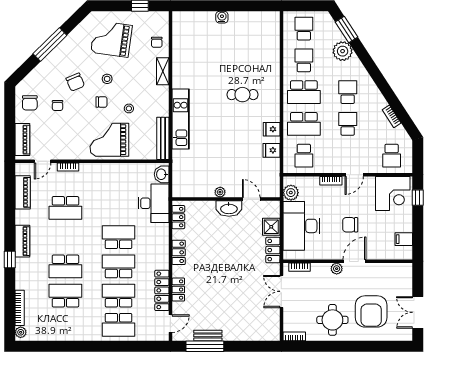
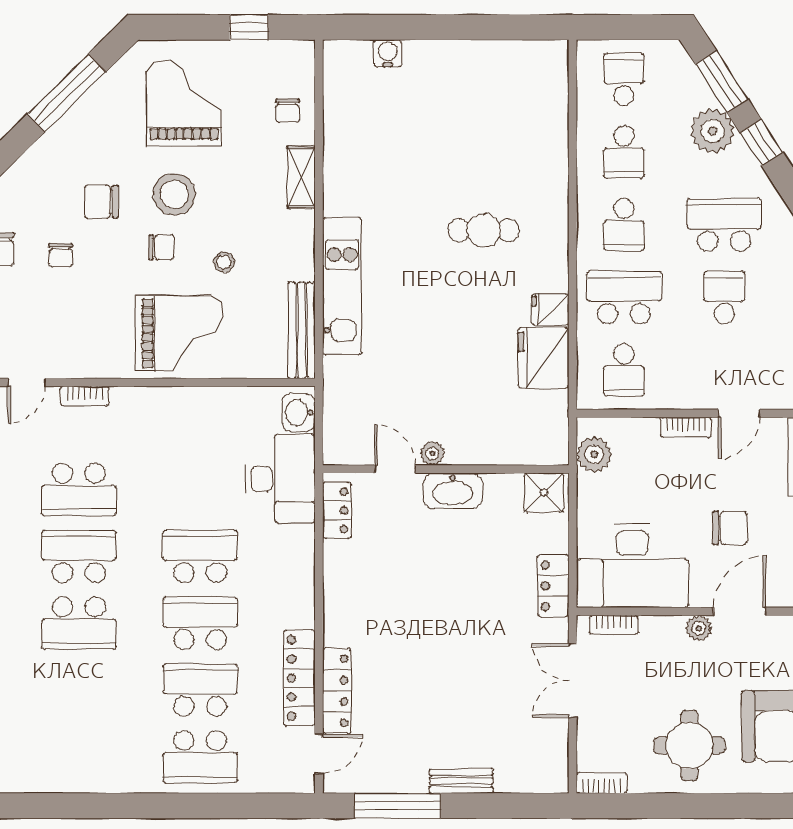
water cooler: (222, 17) -> (388, 53), moved
grand piano: (111, 39) -> (184, 103), turned 82
window: (50, 45) -> (66, 93), moved
window: (364, 56) -> (761, 142), added
school desk: (304, 60) -> (624, 152), turned 180
stool: (107, 79) -> (174, 194), width x1.89, depth x1.89
chair: (75, 82) -> (101, 202), turned 113
school desk: (304, 92) -> (624, 225), width x0.54
school desk: (348, 92) -> (724, 225), width x1.85
school desk: (304, 124) -> (624, 297), turned 180
grand piano: (109, 140) -> (179, 333), turned 180
fridge: (271, 150) -> (543, 358), width x1.88, depth x1.34
door: (251, 199) -> (395, 469), moved
chair: (350, 225) -> (730, 528), turned 180
desk: (301, 226) -> (632, 566), moved, turned -90
shower: (271, 227) -> (544, 492), moved
locker: (179, 252) -> (338, 591), removed
locker: (178, 290) -> (337, 691), width x1.53
school desk: (65, 296) -> (79, 556), moved
bench: (208, 335) -> (461, 781), moved

